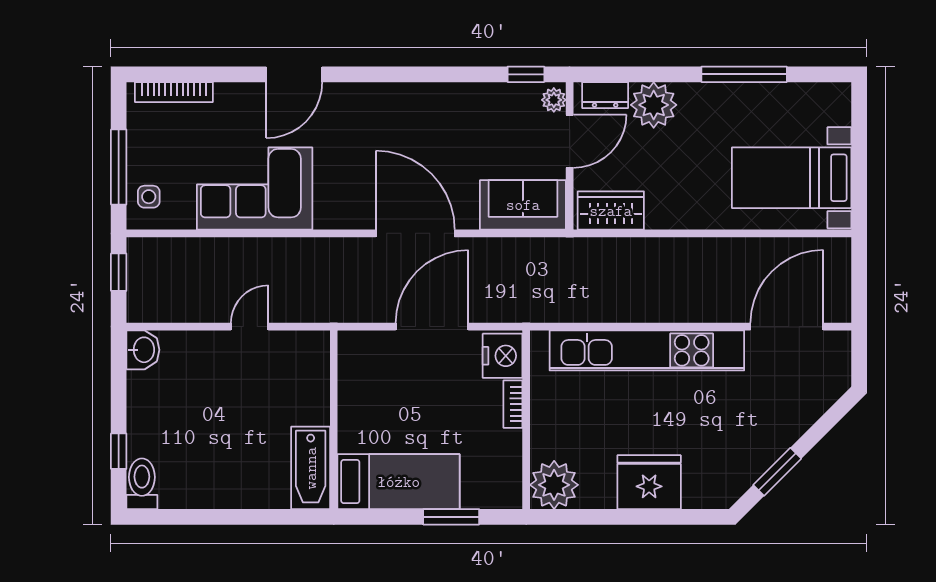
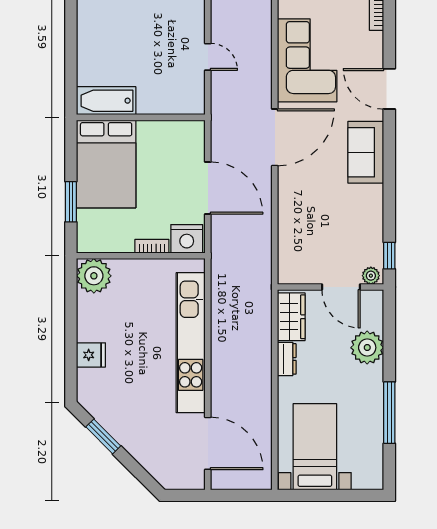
dresser: (605, 95) -> (287, 359), moved, turned 180
sofa: (523, 205) -> (366, 152), moved, turned 180
door: (415, 233) -> (275, 137), moved
bed: (399, 482) -> (106, 164), width x1.50
fridge: (649, 482) -> (91, 355), width x0.53, depth x0.75

